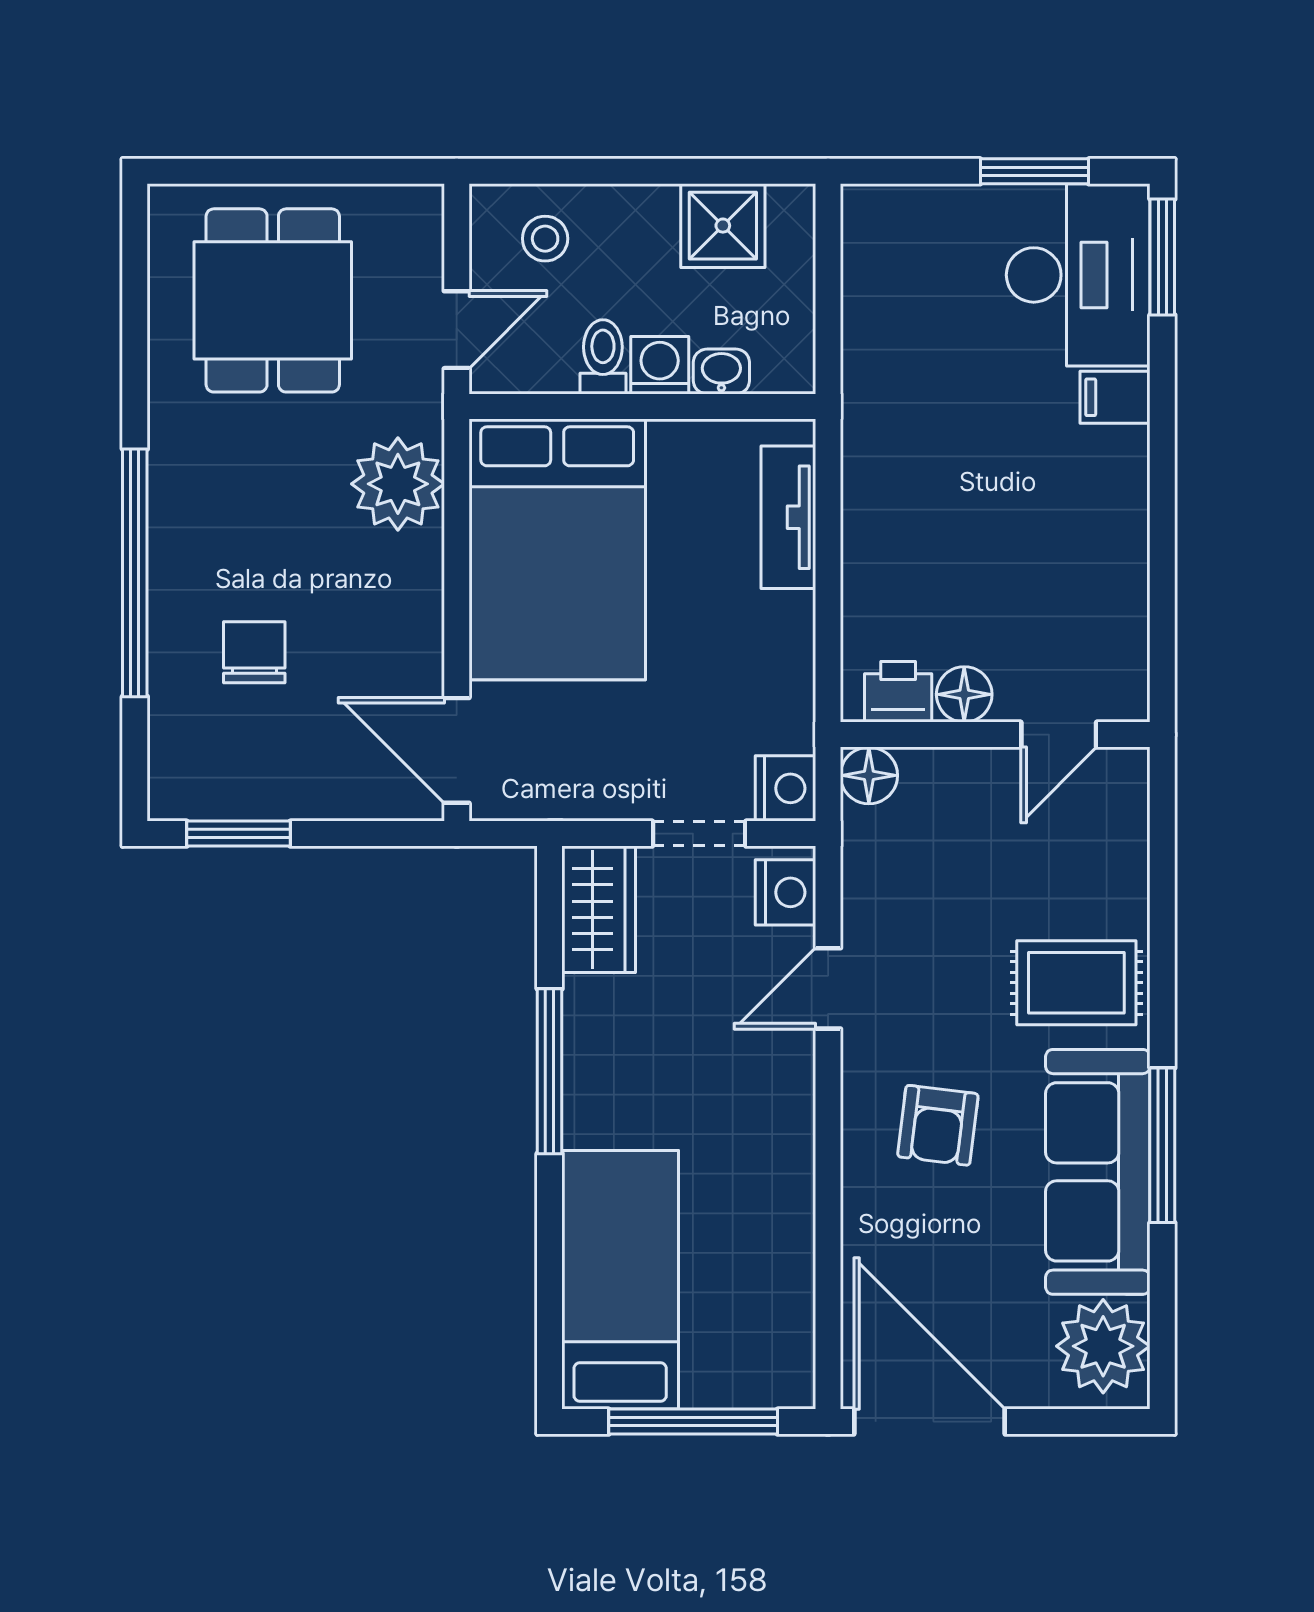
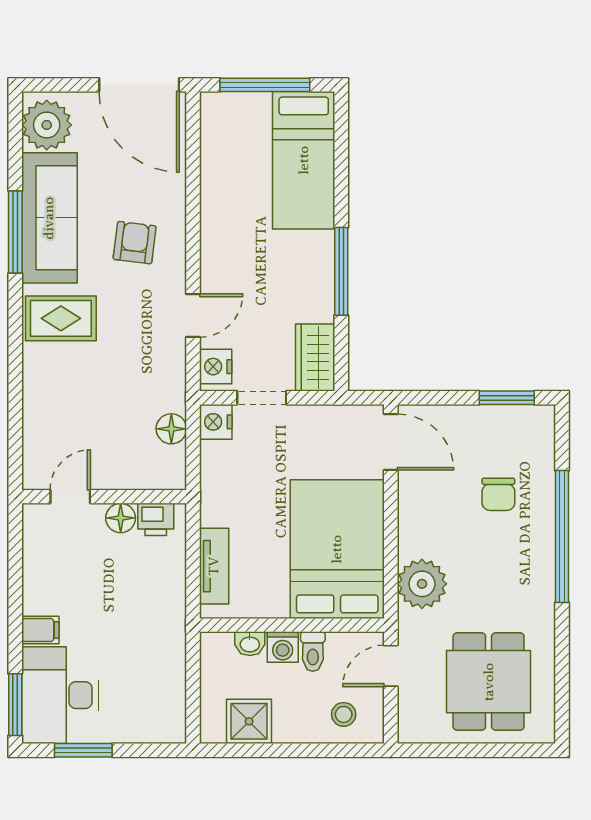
printer: (898, 692) -> (156, 519), moved
floor lamp: (964, 694) -> (121, 518), moved
wall: (995, 735) -> (104, 497), moved
door: (1059, 735) -> (70, 497), moved

